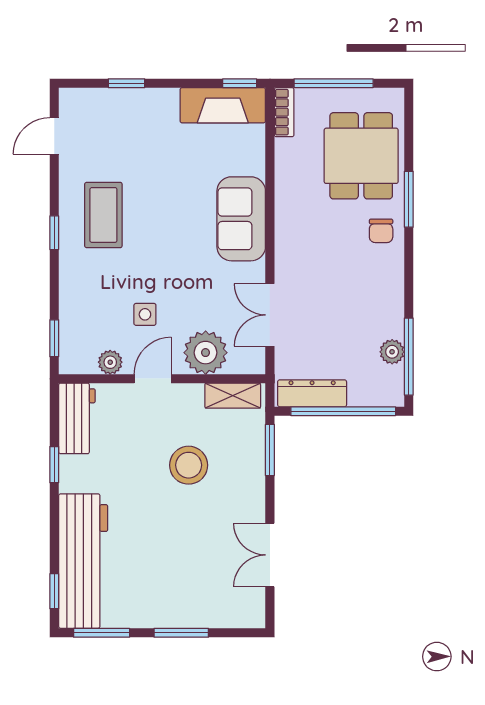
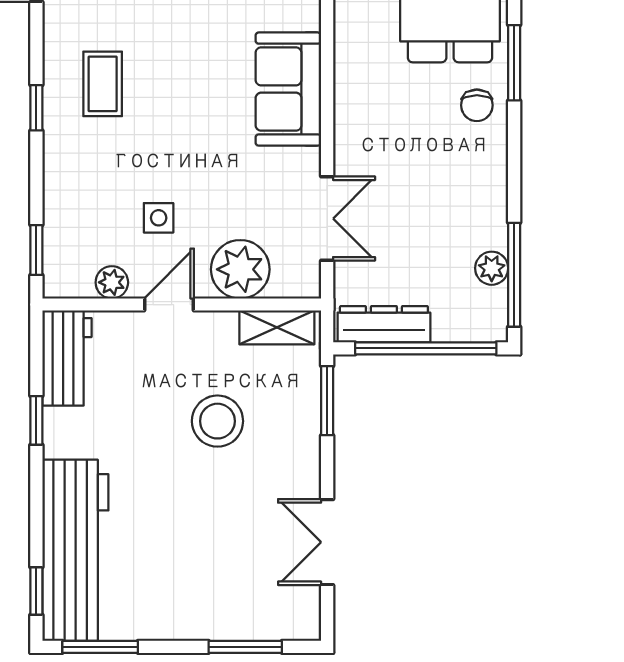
coffee table: (103, 215) -> (103, 84), width x0.73, depth x0.77
double door: (270, 315) -> (327, 219), swing flipped
window: (181, 633) -> (245, 647), moved

